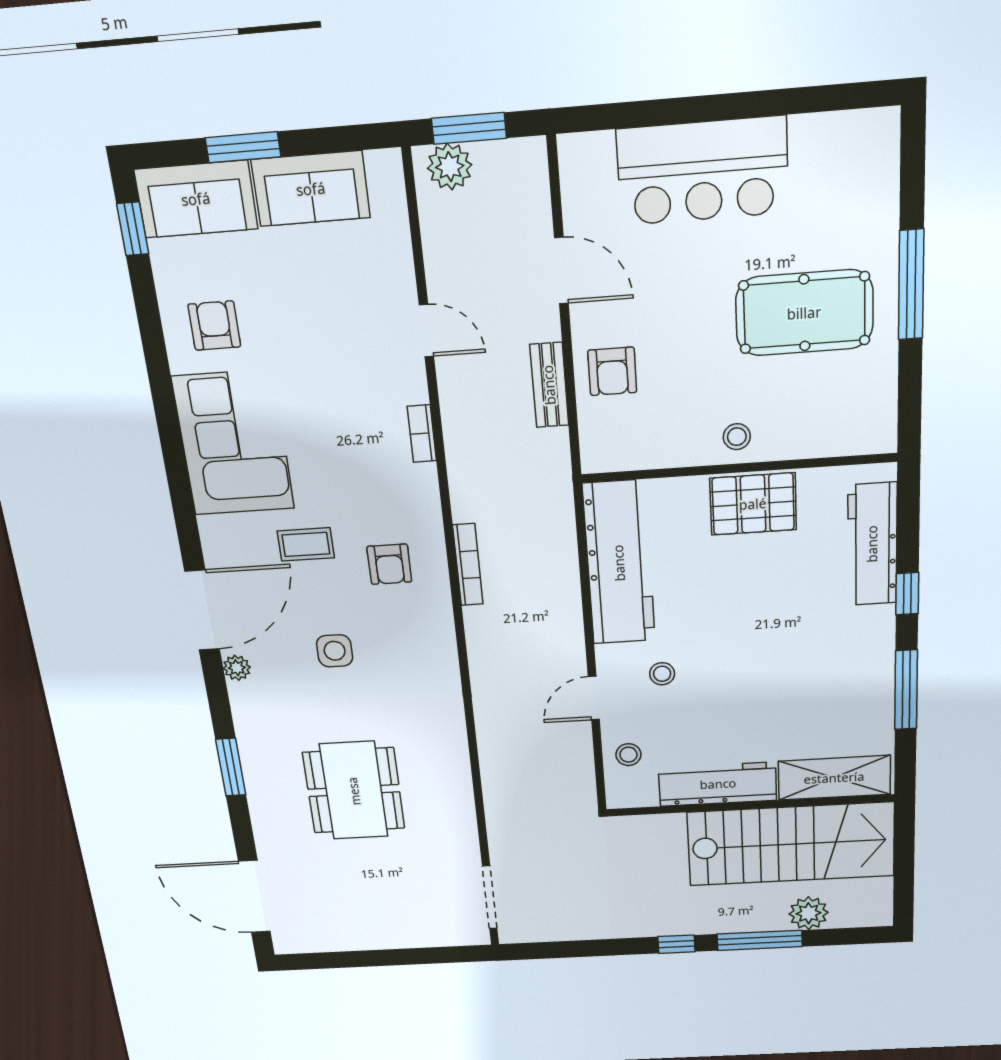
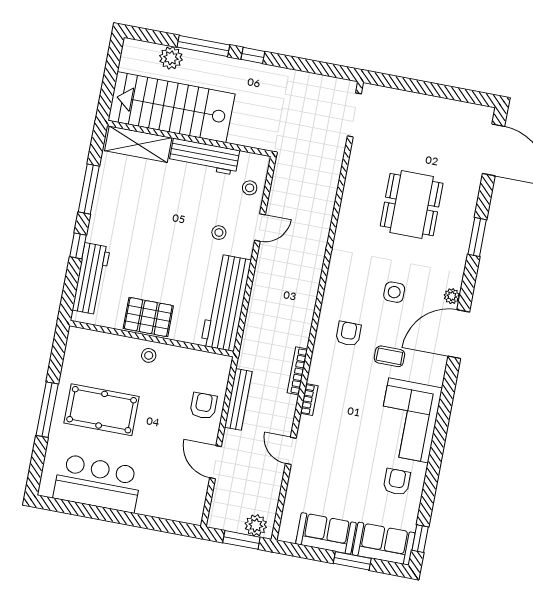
bar counter: (703, 171) -> (98, 483), moved
armchair: (214, 326) -> (397, 482), turned 180
bench: (549, 385) -> (238, 399), width x1.36
bookcase: (468, 565) -> (297, 371), moved

